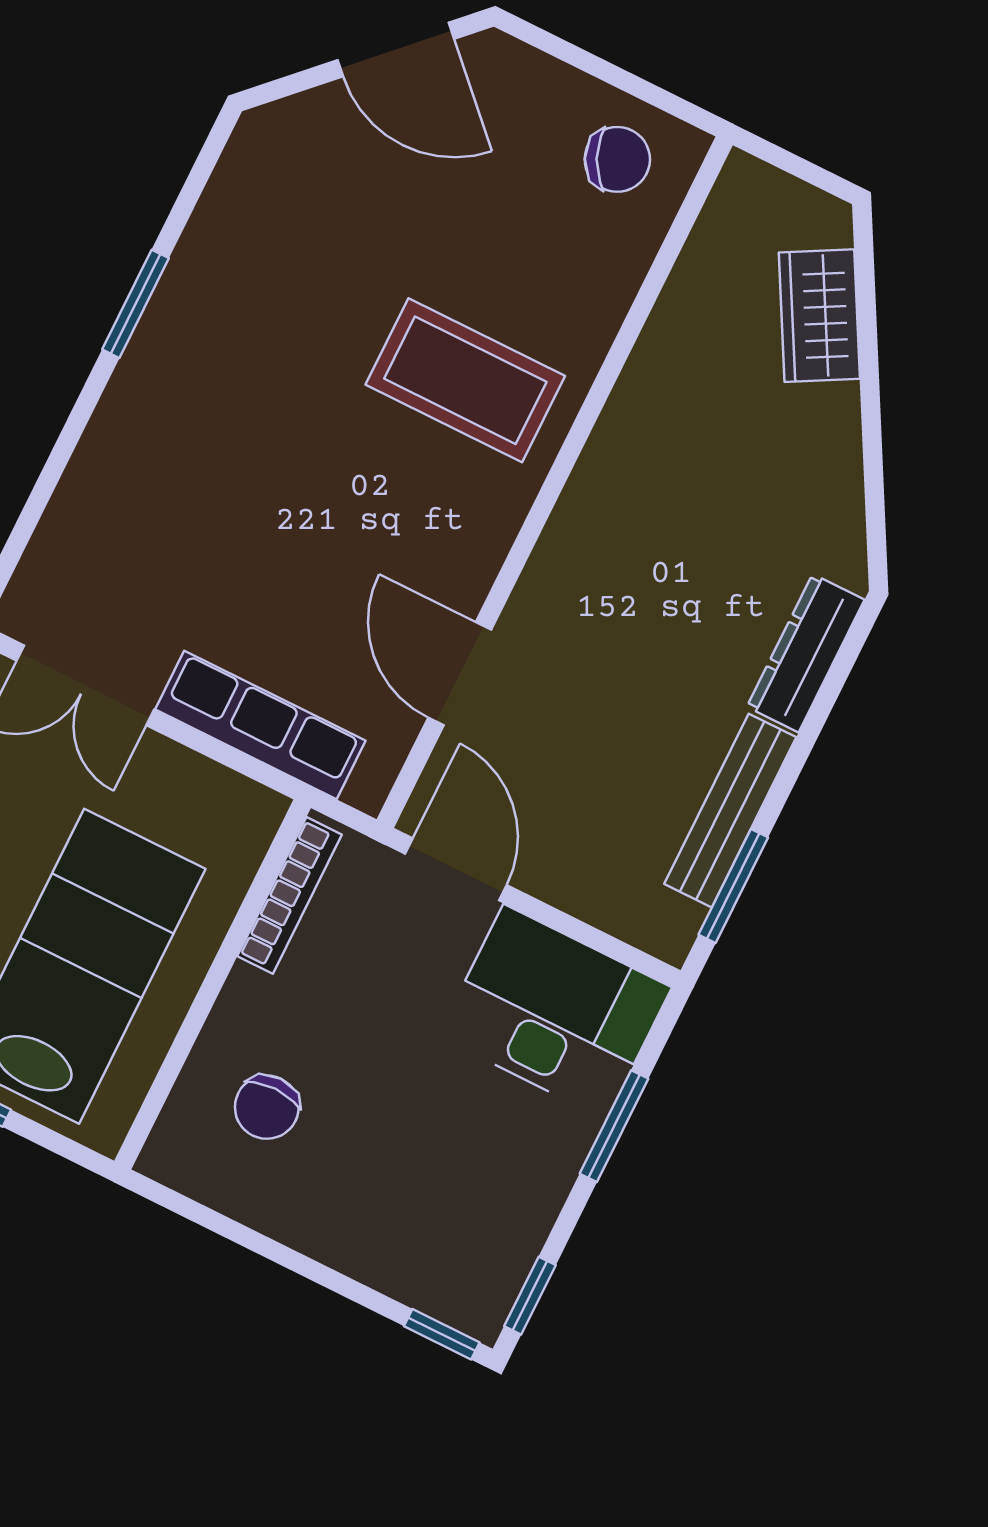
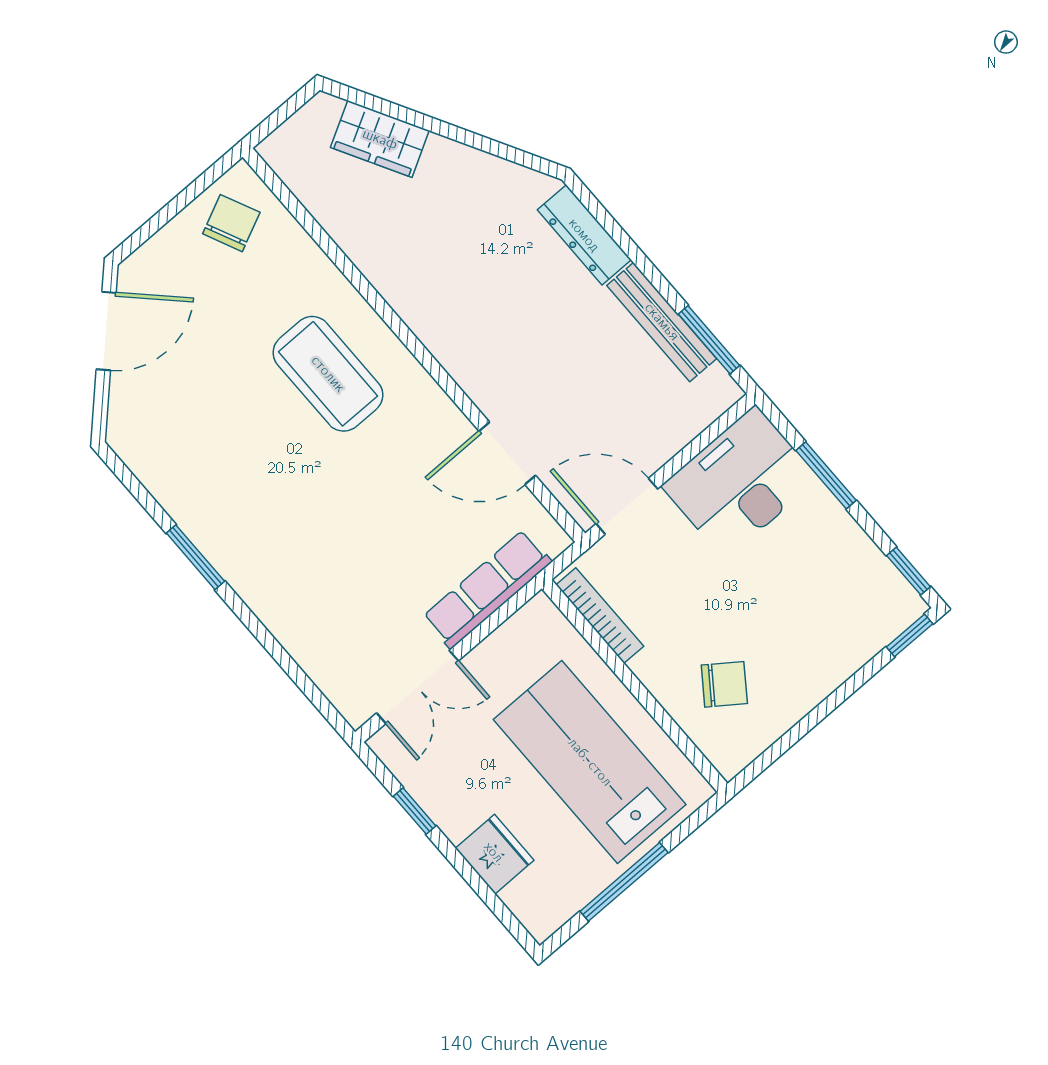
coffee table: (465, 380) -> (328, 374), turned 90
chair: (267, 1107) -> (724, 684), turned -54

